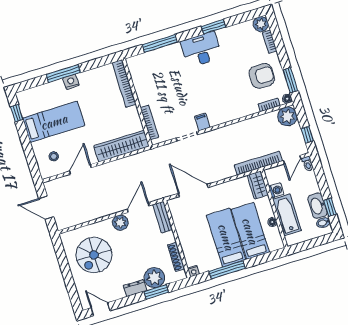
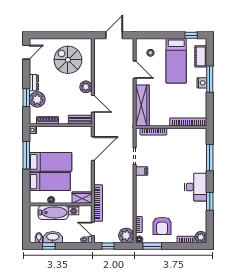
cot: (39, 93) -> (201, 56), added

